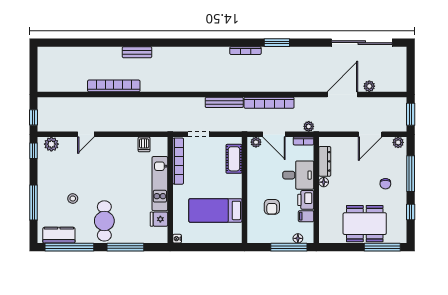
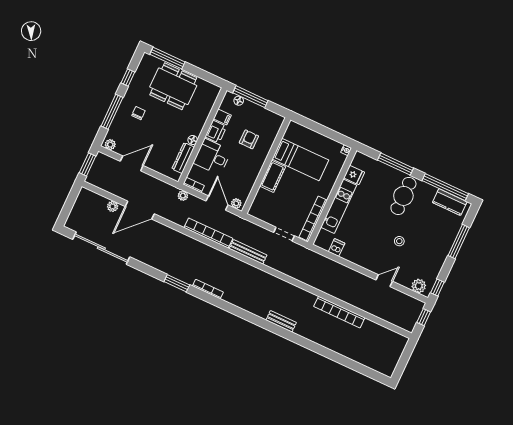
bench: (137, 52) -> (281, 321), moved
cot: (234, 159) -> (273, 176), moved
stool: (73, 199) -> (399, 241), moved

